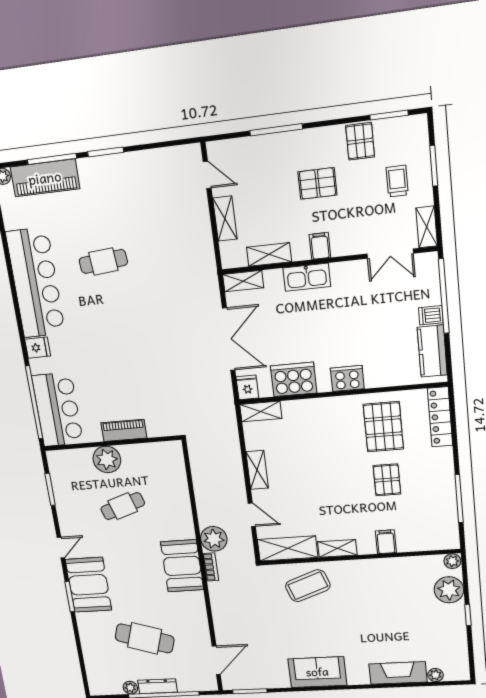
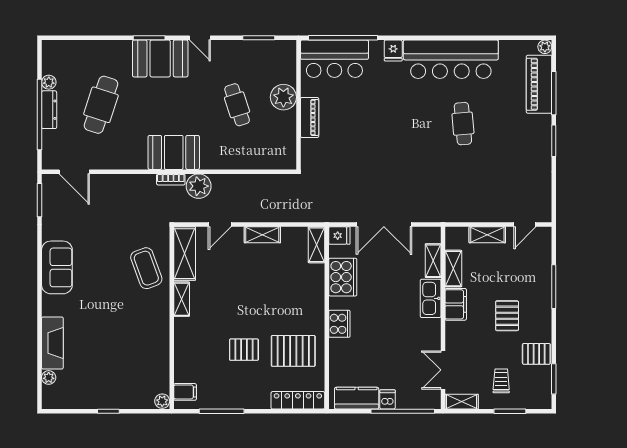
trolley: (397, 181) -> (501, 381), turned -90
filing cabinet: (320, 246) -> (456, 304), width x2.00
shelving: (243, 281) -> (433, 261), moved
filing cabinet: (386, 542) -> (185, 392), moved
plant: (449, 590) -> (134, 396), removed

